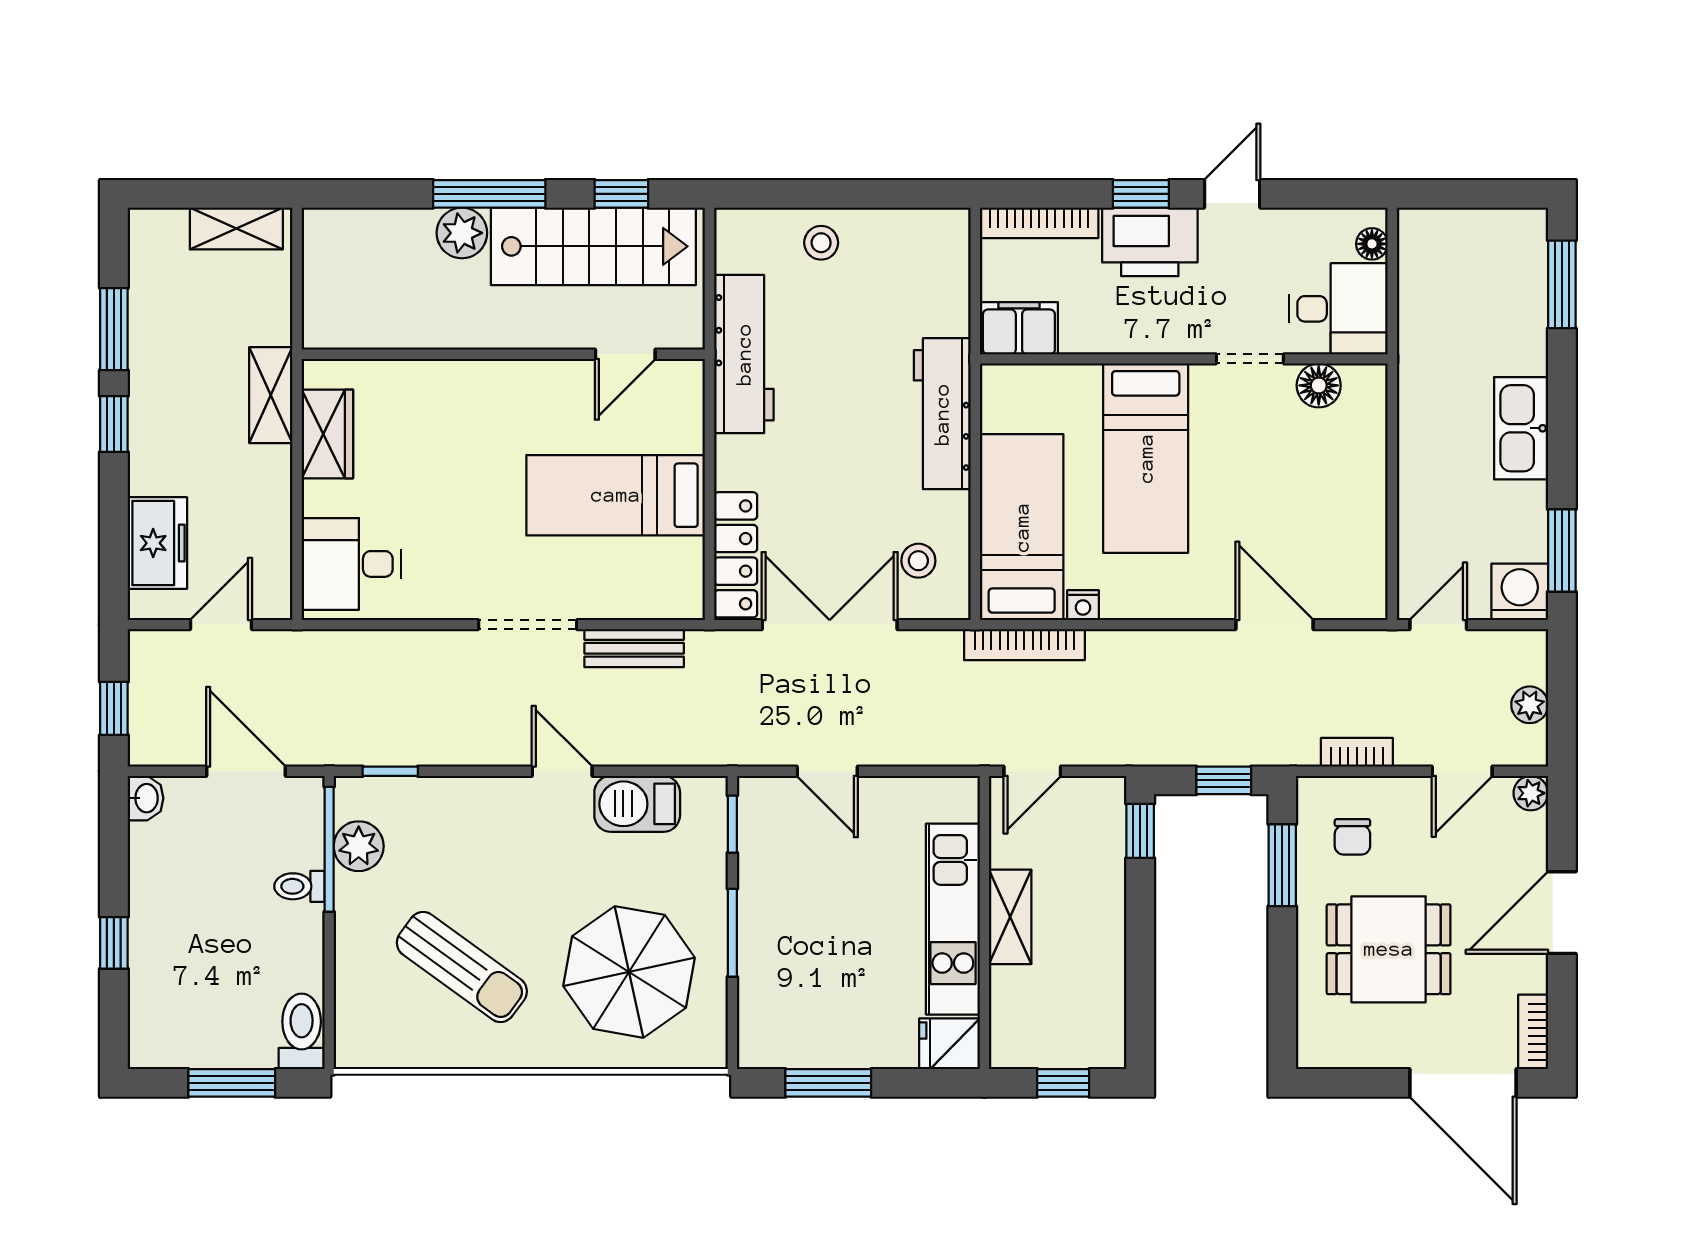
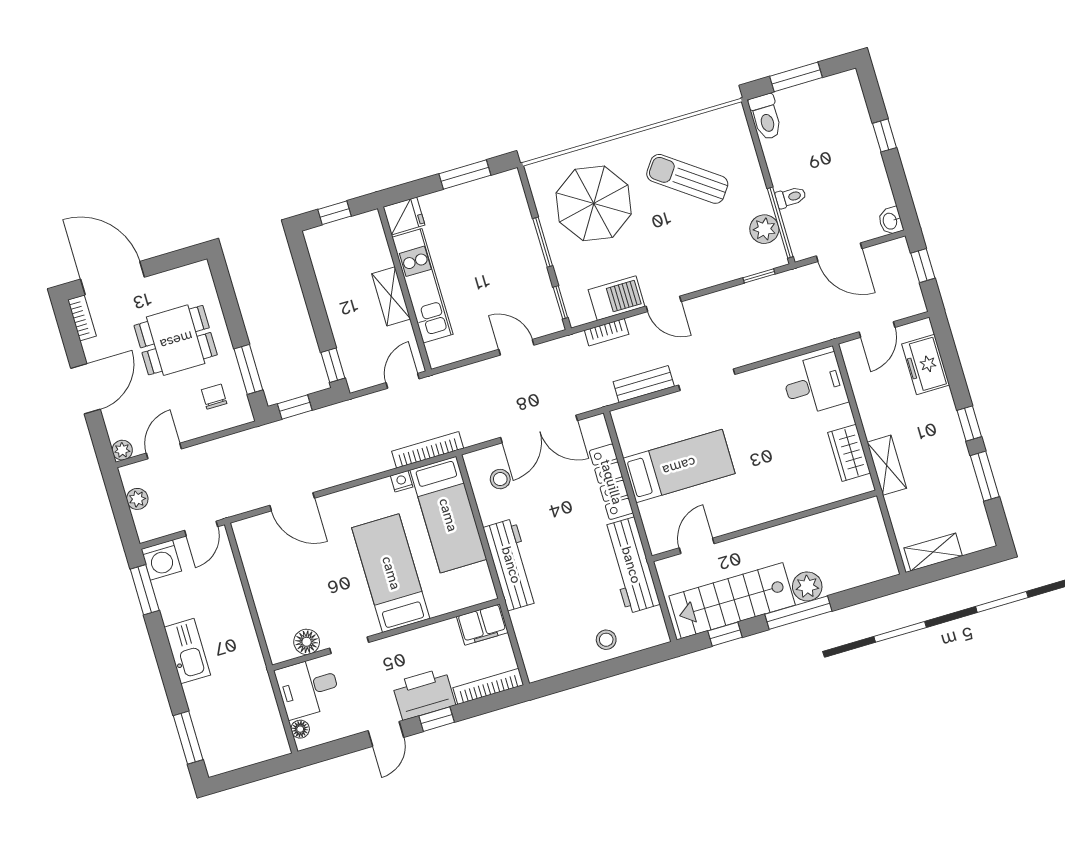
locker: (736, 555) -> (611, 482), moved
bookcase: (1357, 752) -> (607, 332), moved

